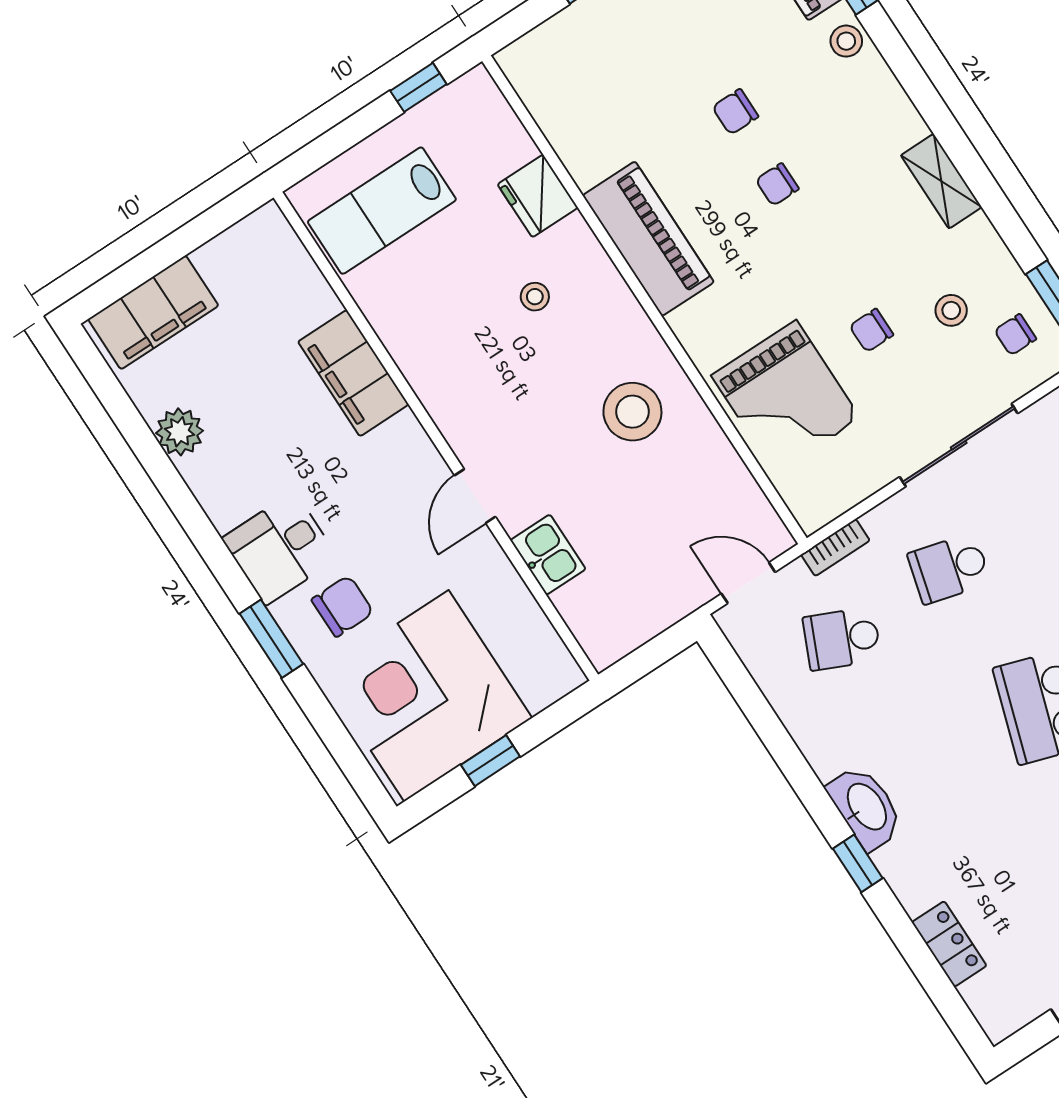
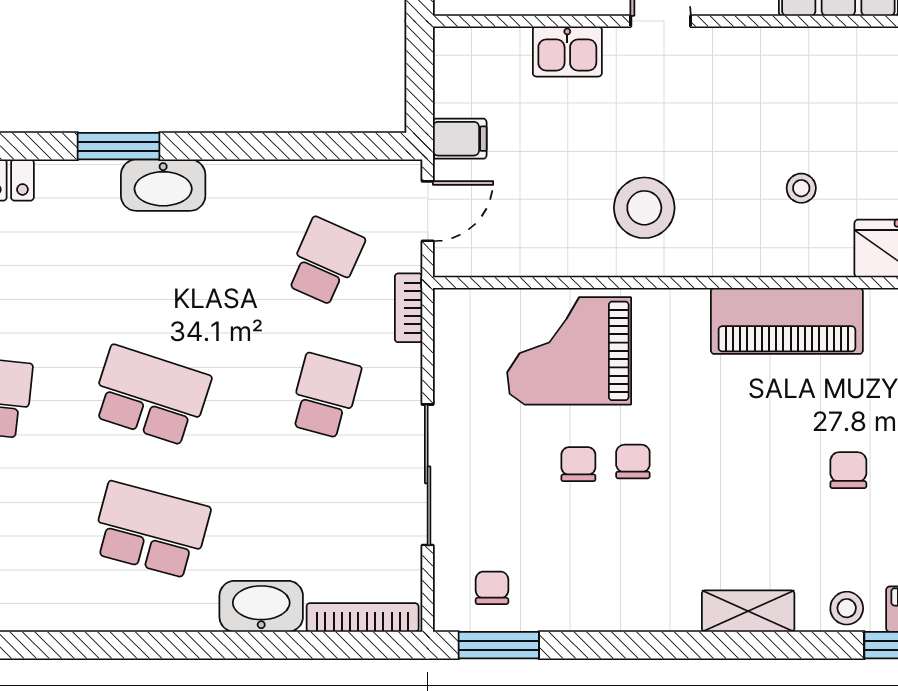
shelving: (941, 181) -> (748, 611), moved
chair: (777, 184) -> (633, 461), moved
stool: (951, 310) -> (550, 546), removed
filing cabinet: (674, 595) -> (460, 139), added
window: (858, 863) -> (119, 146), width x1.50

